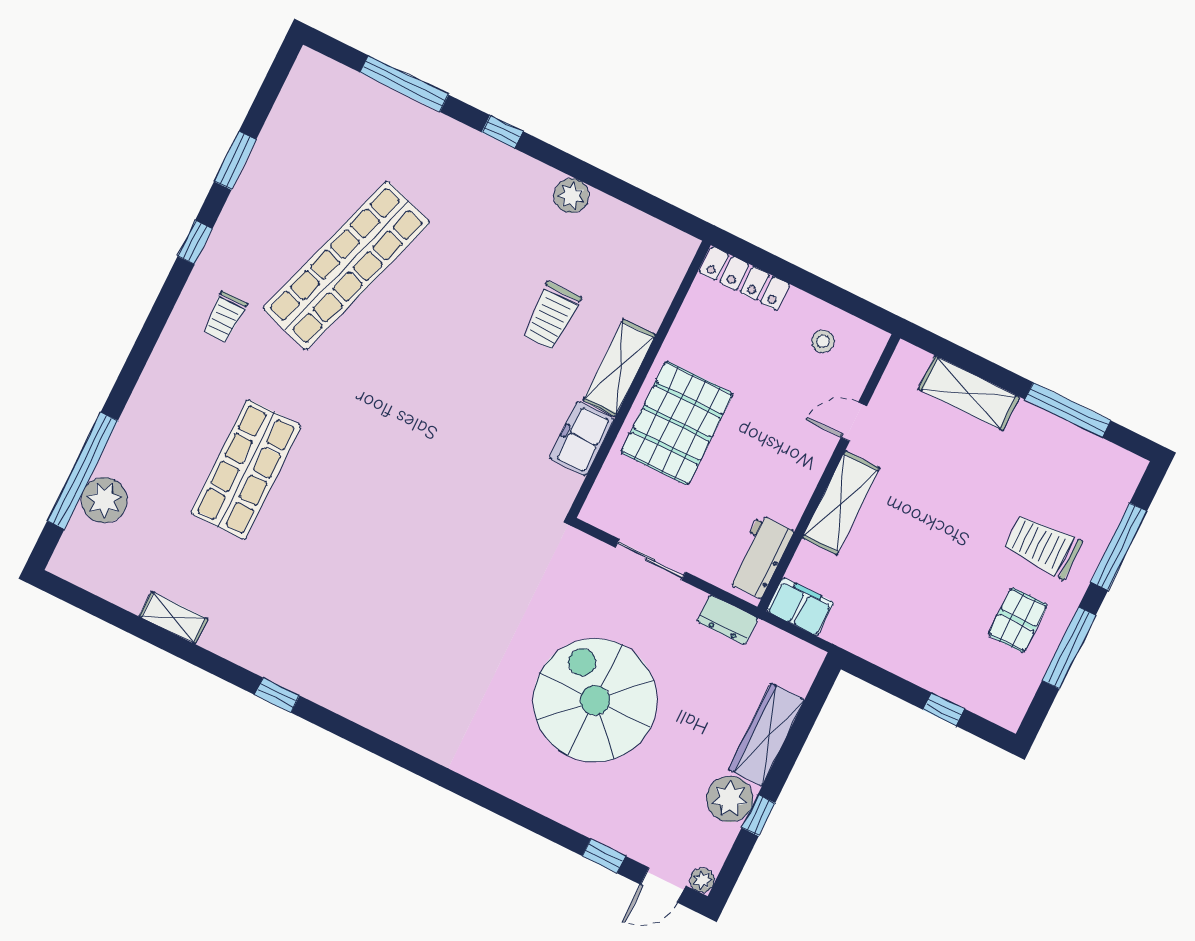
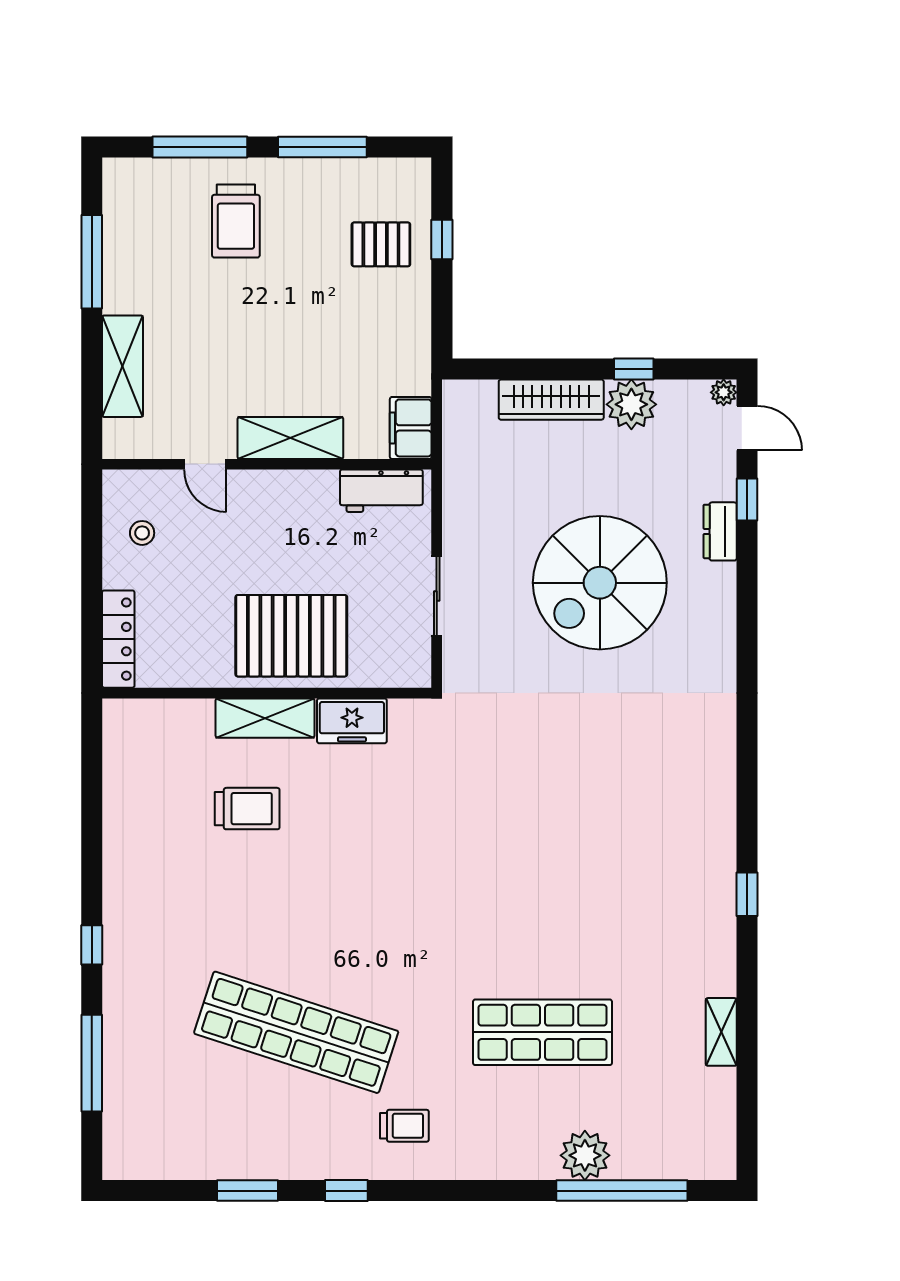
plant: (571, 196) -> (121, 847), removed
plant: (104, 500) -> (585, 1155), moved
dresser: (728, 620) -> (720, 531), moved, turned 180
pallet: (1018, 620) -> (381, 244), moved

